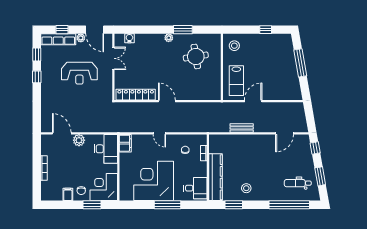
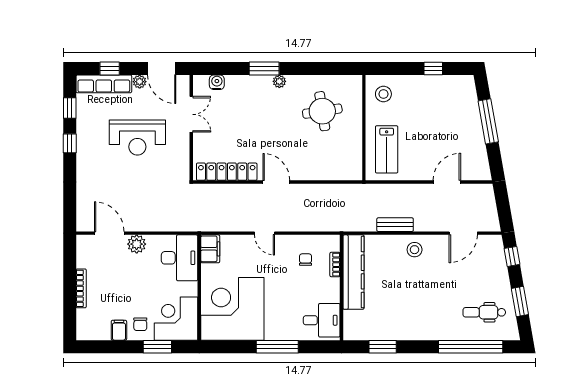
window: (183, 30) -> (264, 68), moved
door: (253, 101) -> (447, 182), moved
kitchen counter: (215, 177) -> (354, 272), moved
corner desk: (154, 181) -> (232, 309), moved
stool: (246, 188) -> (415, 250), moved

